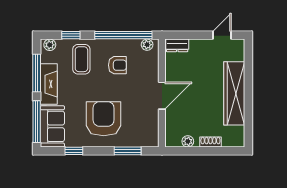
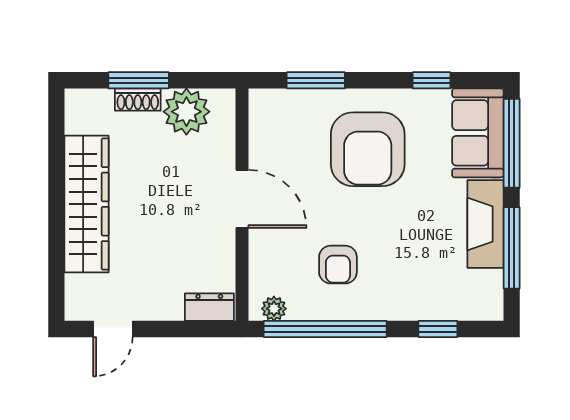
plant: (50, 45) -> (483, 308), removed
coffee table: (81, 59) -> (415, 277), removed
armchair: (117, 65) -> (338, 265), turned -90
door: (162, 96) -> (242, 199), swing flipped
plant: (188, 141) -> (186, 112), width x1.87, depth x1.87
window: (210, 151) -> (139, 80), added

